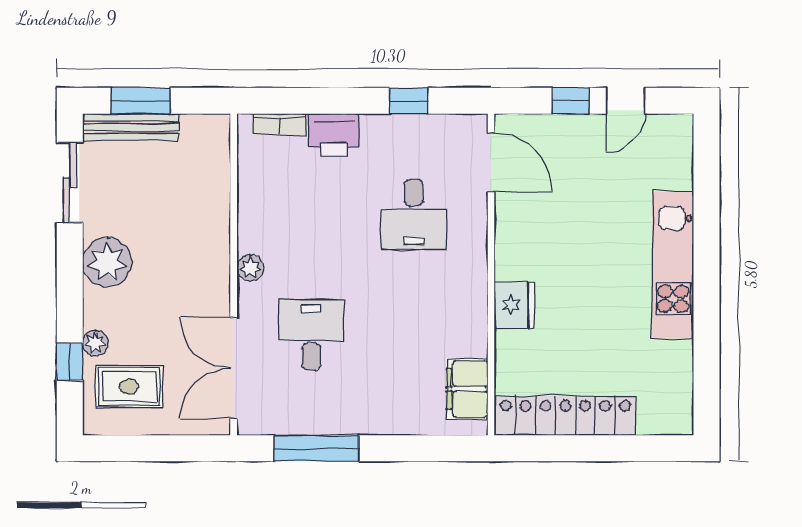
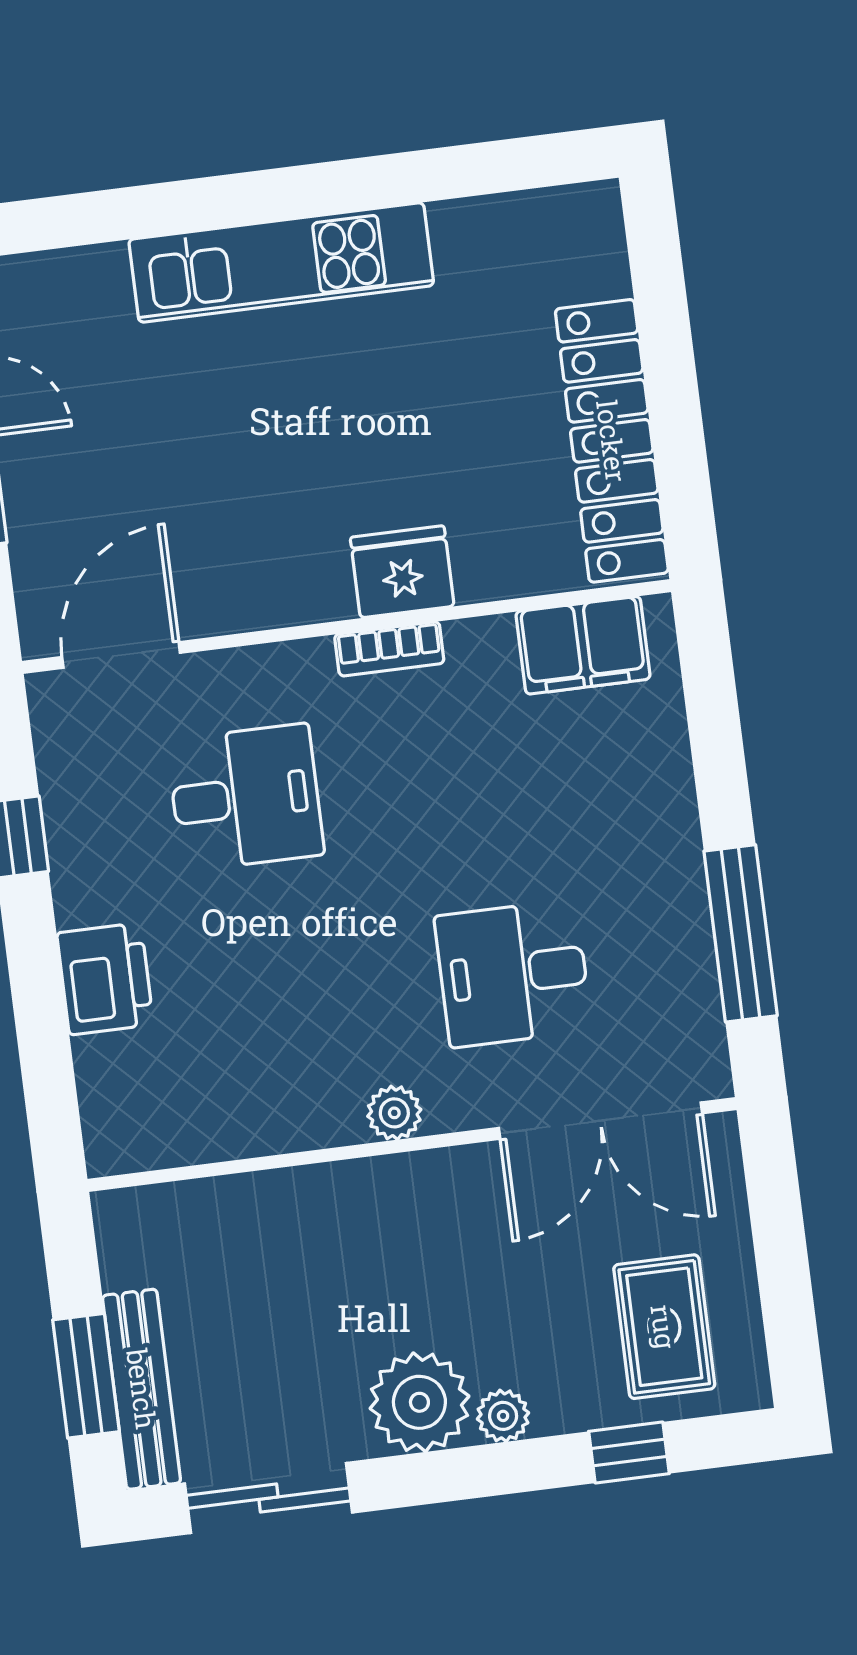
bookcase: (280, 124) -> (389, 649), moved, turned 90
plant: (95, 343) -> (503, 1416), moved

